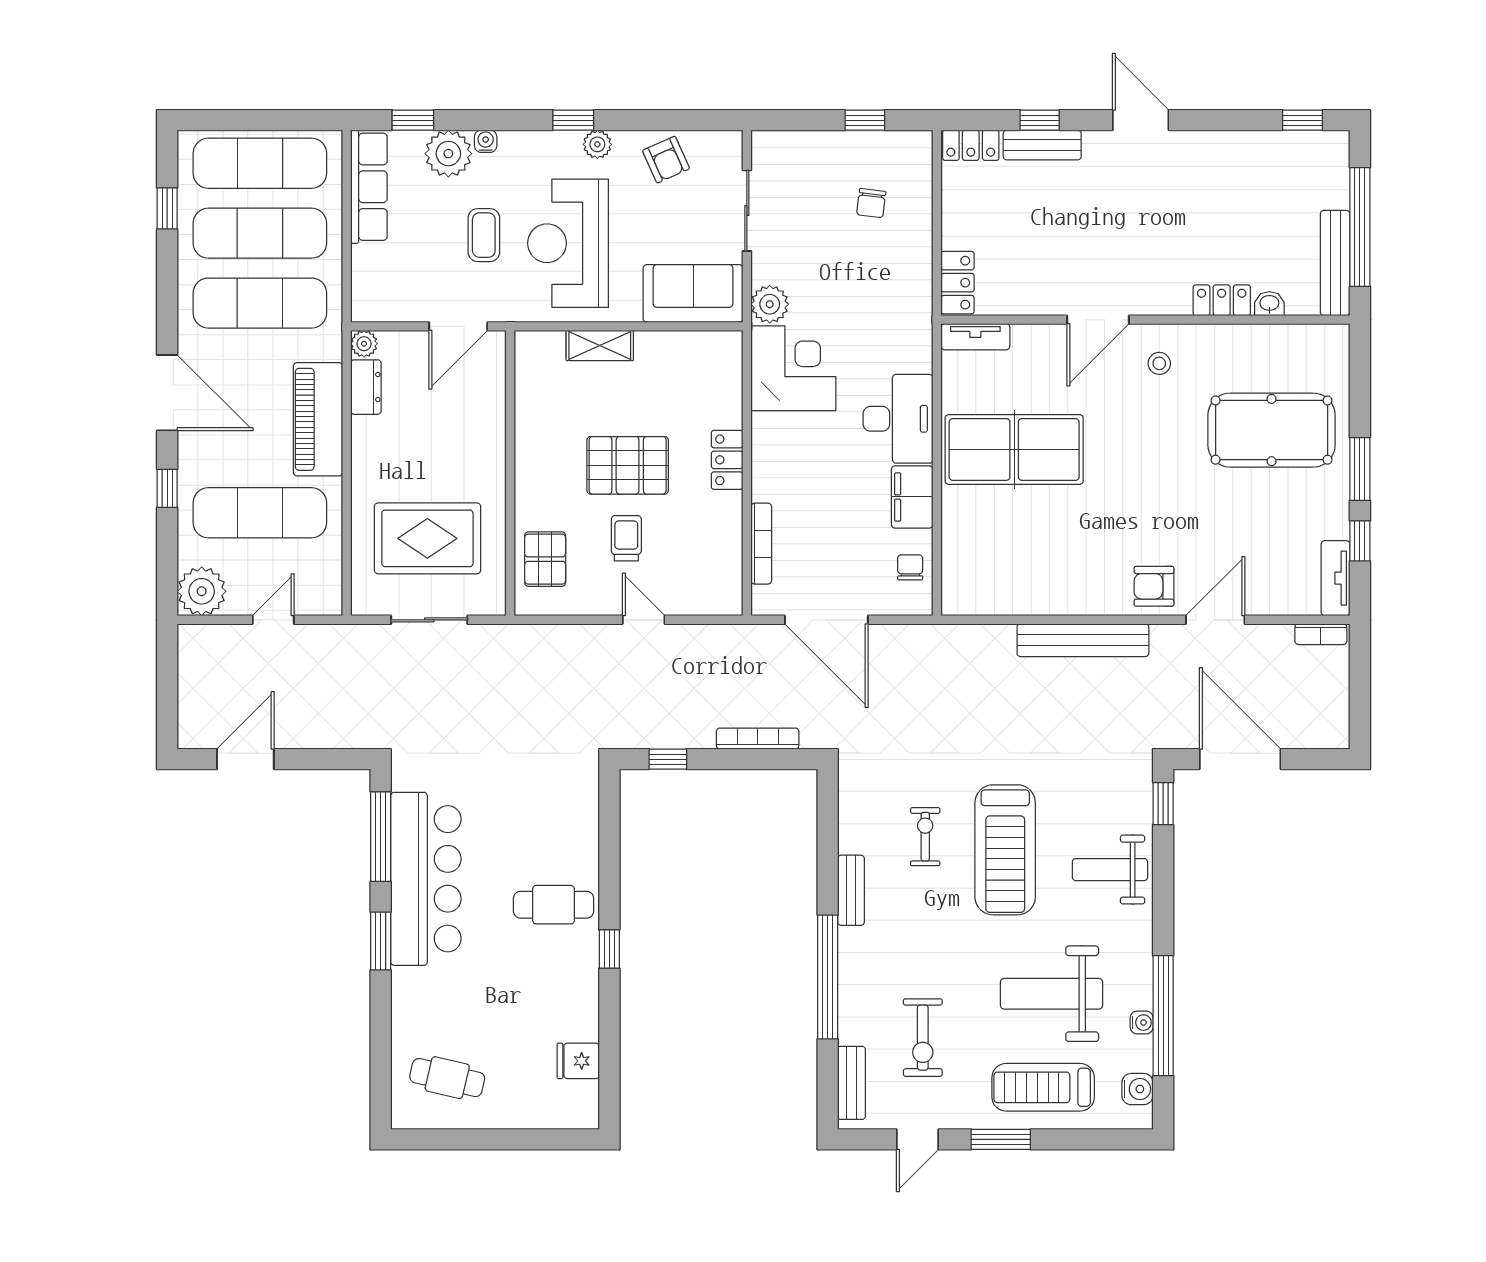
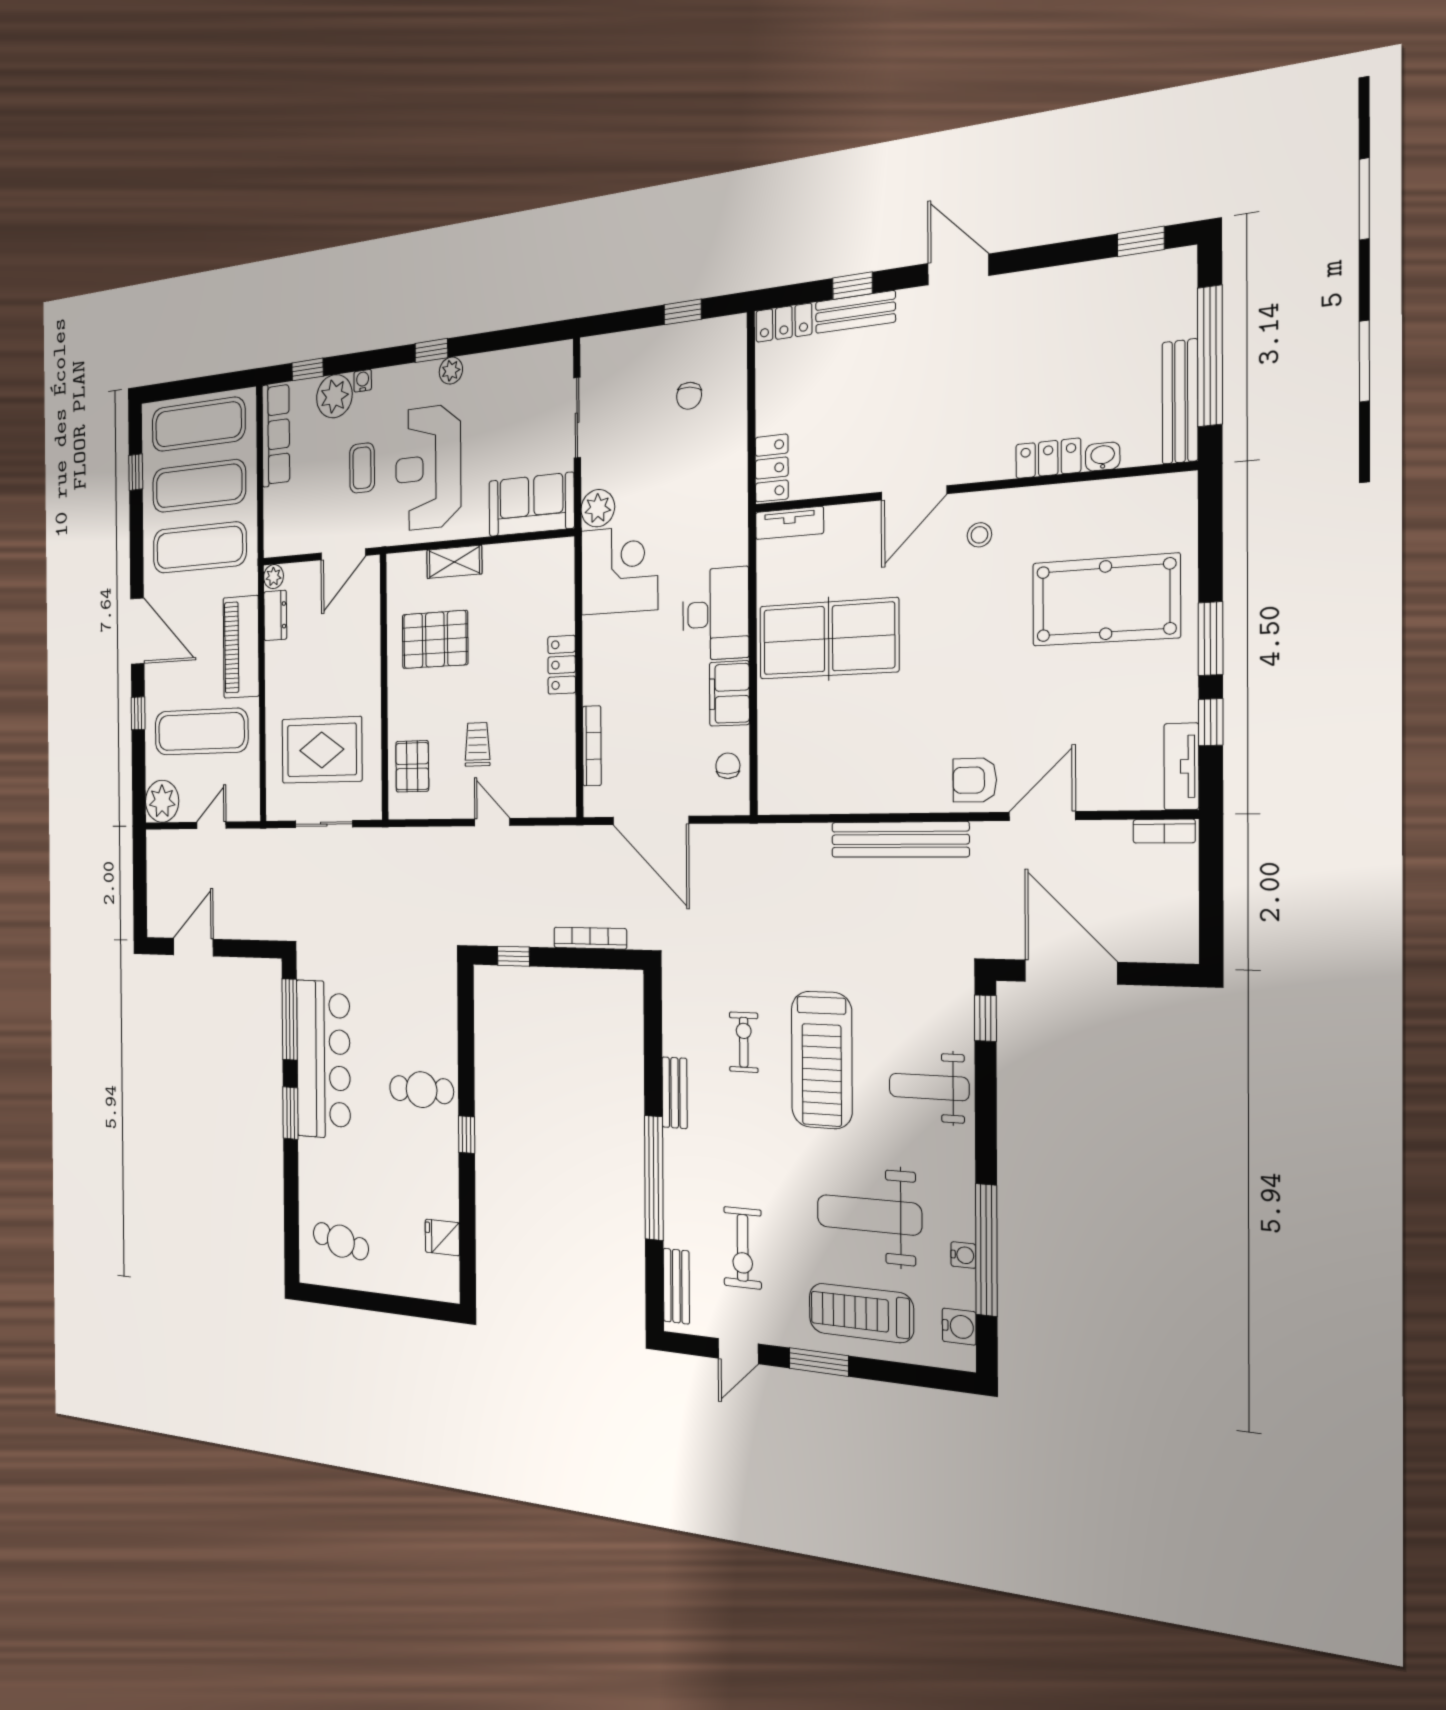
armchair: (666, 160) -> (508, 377), removed
pallet: (628, 465) -> (435, 640), moved

